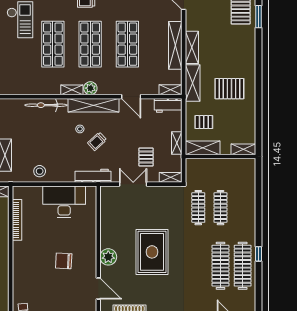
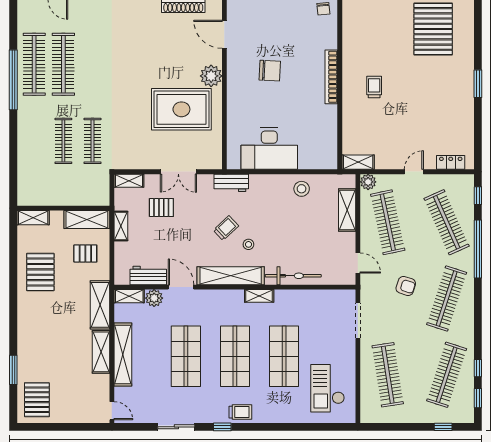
window: (259, 17) -> (13, 370), moved
plant: (90, 88) -> (154, 298), moved
pallet: (229, 89) -> (40, 272), moved, turned 90
workbench: (168, 105) -> (148, 275), moved
pallet: (146, 157) -> (161, 208), turned 90
workbench: (93, 176) -> (231, 183), width x0.73
bookcase: (17, 220) -> (331, 77), moved
rug: (152, 252) -> (181, 109), moved, turned 90
window: (259, 254) -> (13, 80), width x3.17

